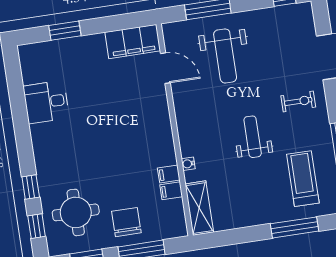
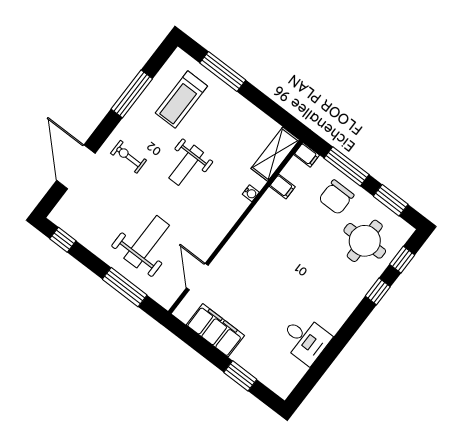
filing cabinet: (133, 41) -> (215, 330), moved
filing cabinet: (169, 174) -> (307, 155), moved

